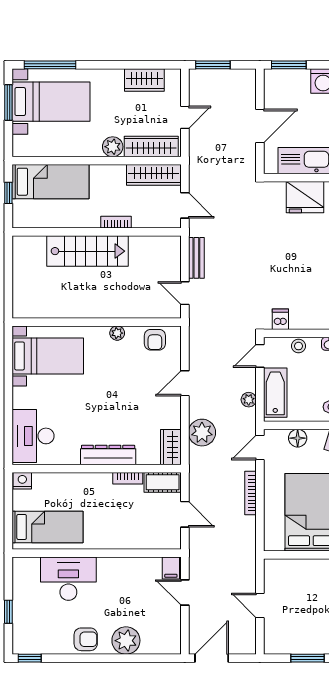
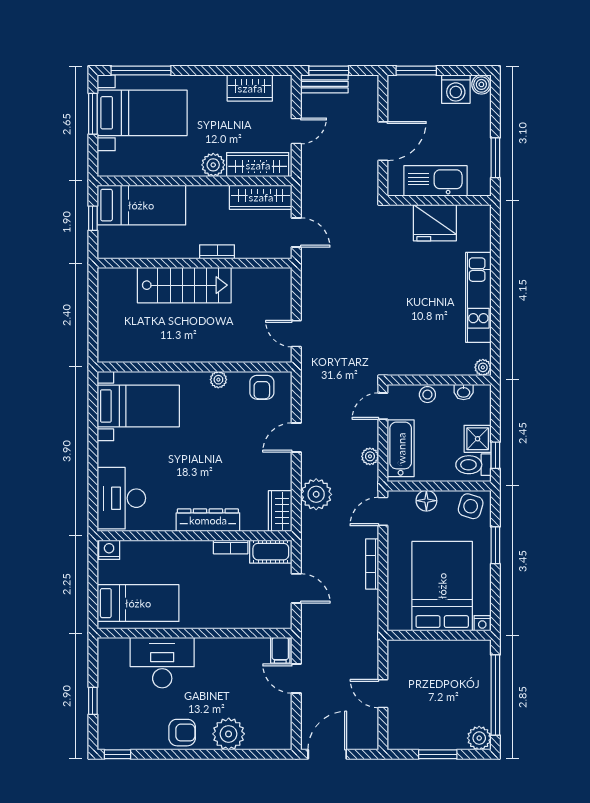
bench: (196, 258) -> (324, 84), moved, turned 90
dishwasher: (280, 319) -> (407, 364), removed

